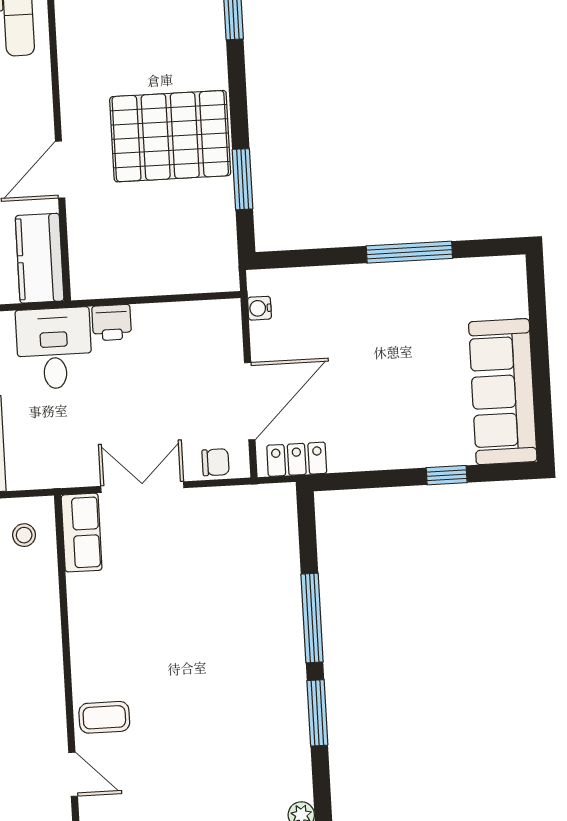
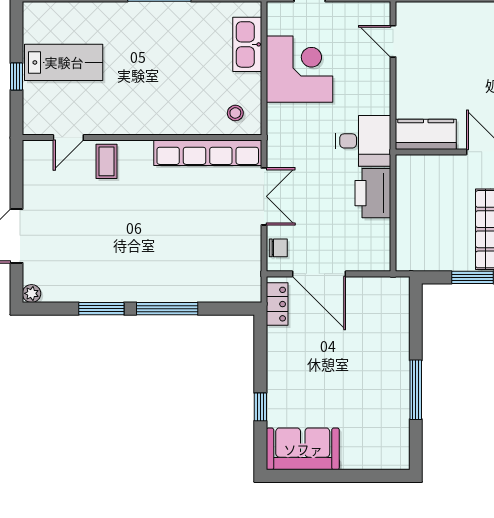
water cooler: (259, 308) -> (383, 284), removed
printer: (112, 323) -> (373, 193), width x1.87, depth x1.48
sofa: (503, 392) -> (303, 449), width x0.73
chair: (216, 462) -> (278, 248), turned -90
row of seats: (82, 533) -> (208, 153), width x2.02

